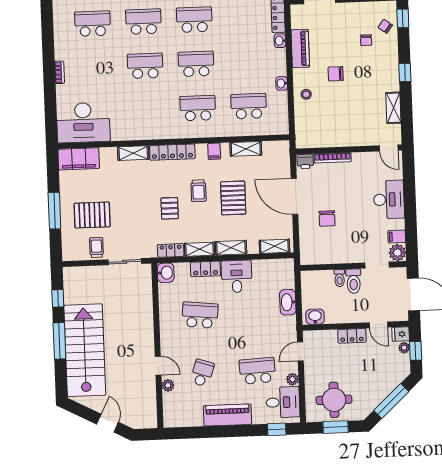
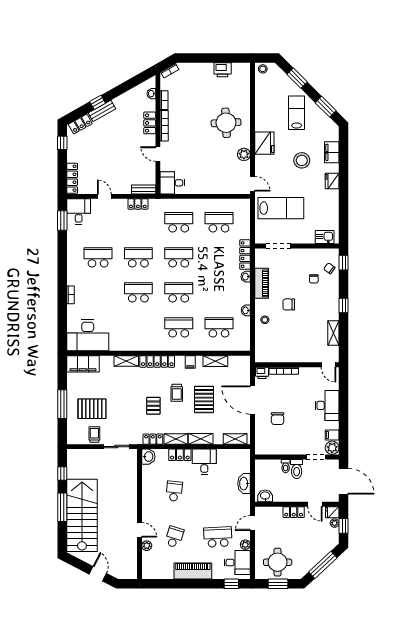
school desk: (200, 315) -> (174, 491), width x0.54

